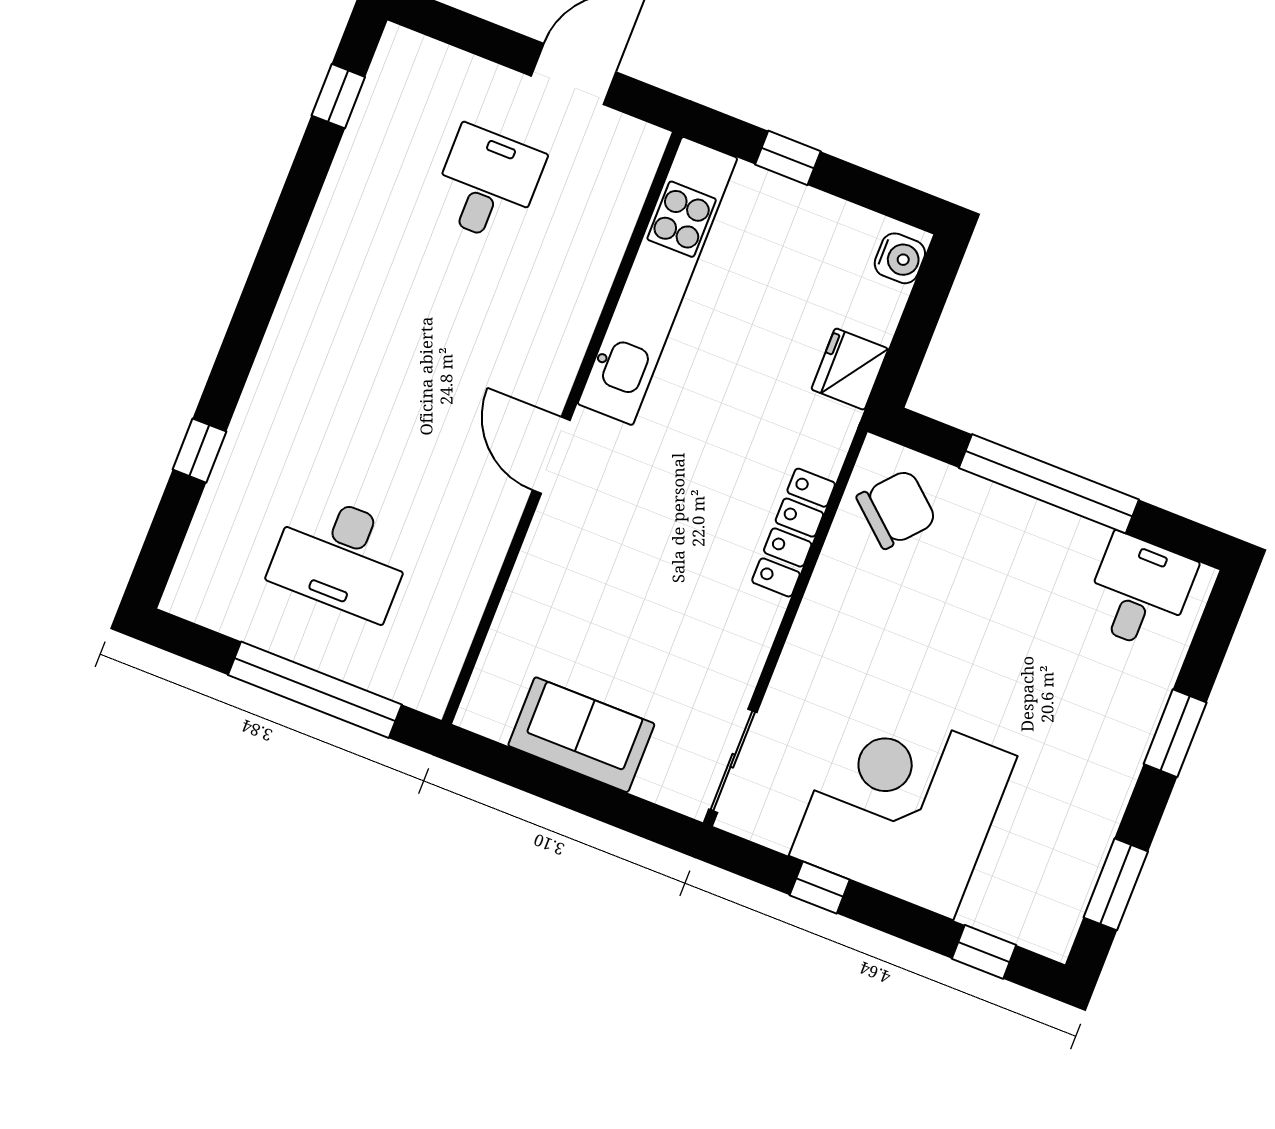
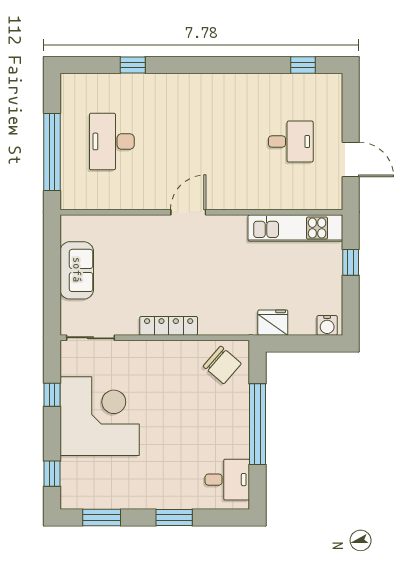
kitchen unit: (657, 281) -> (295, 228), width x0.73
locker: (794, 533) -> (169, 326), moved

